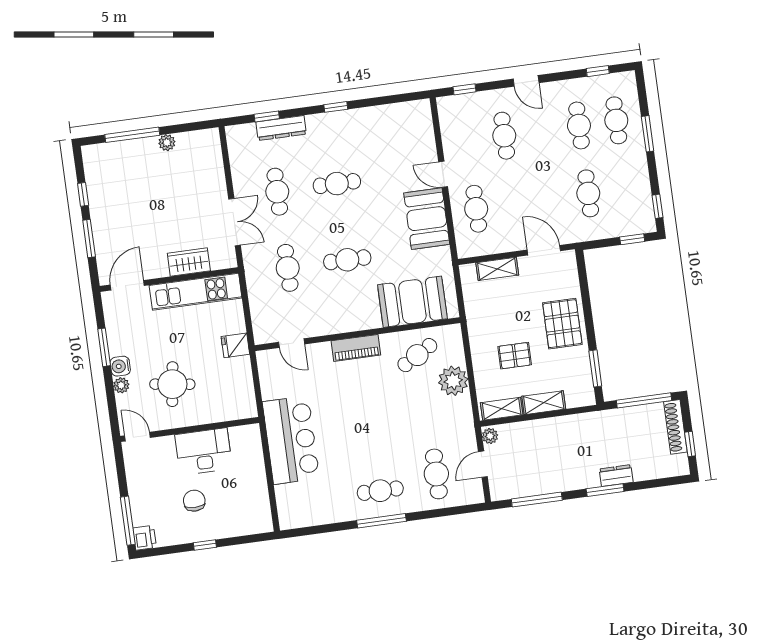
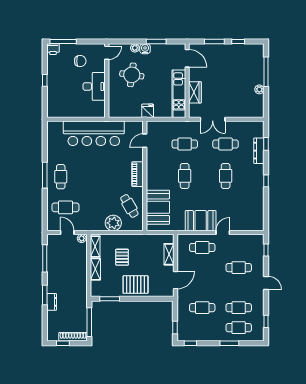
door: (526, 81) -> (266, 283), swing flipped
bar counter: (291, 440) -> (94, 133), width x1.36
chair: (194, 501) -> (80, 61), moved

